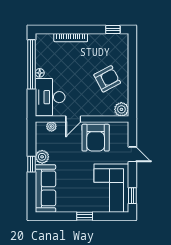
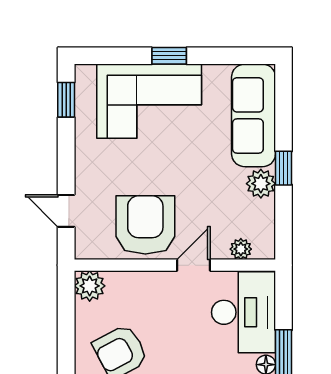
door: (132, 154) -> (66, 211), moved
corner sofa: (111, 188) -> (149, 101), moved, turned 90

